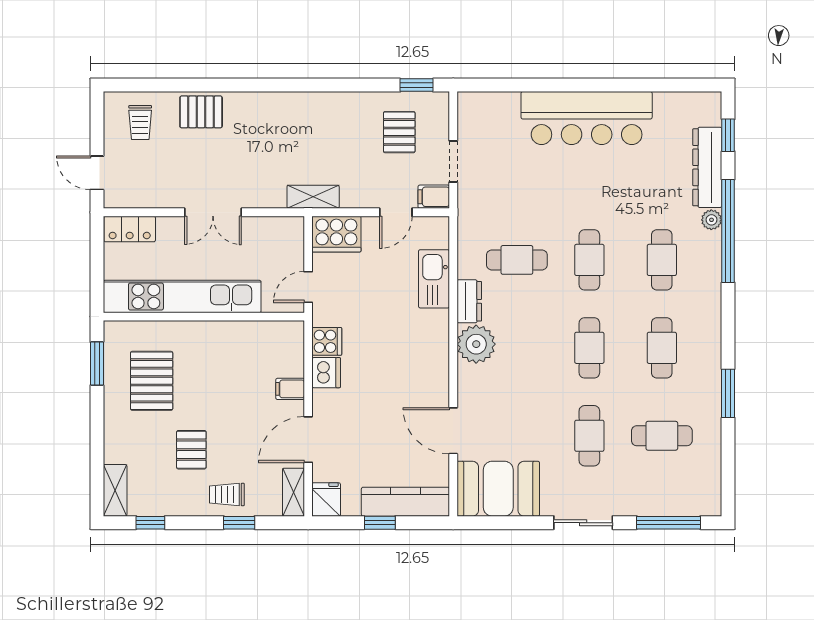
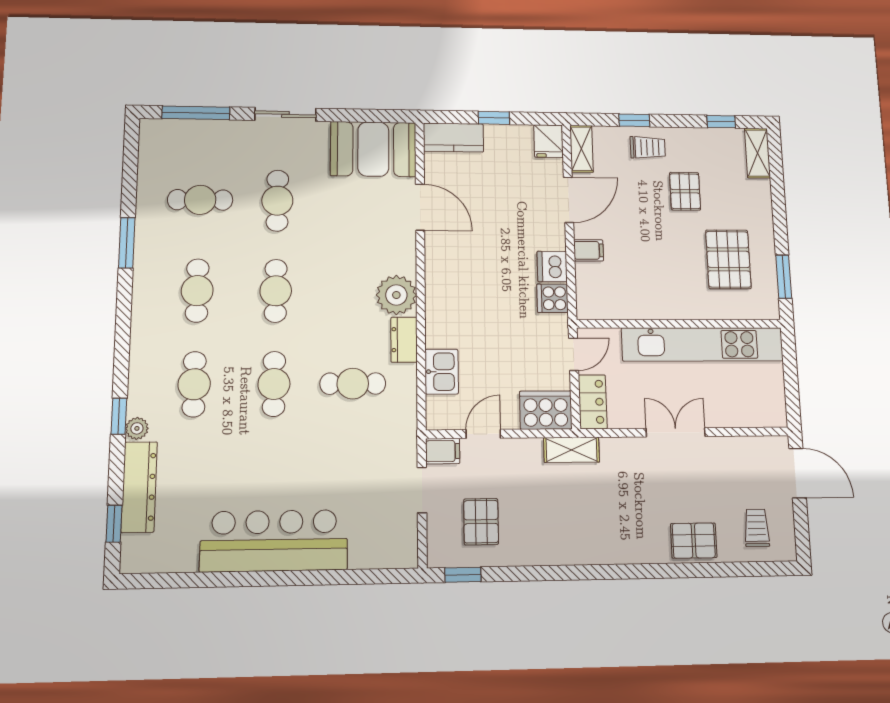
door: (97, 173) -> (798, 473), width x1.38
locker: (130, 229) -> (593, 402), moved, turned 90
window: (728, 231) -> (119, 416), width x0.32
kitchen sink: (434, 279) -> (442, 372), width x0.73
kitchen counter: (405, 502) -> (453, 138), width x0.67

